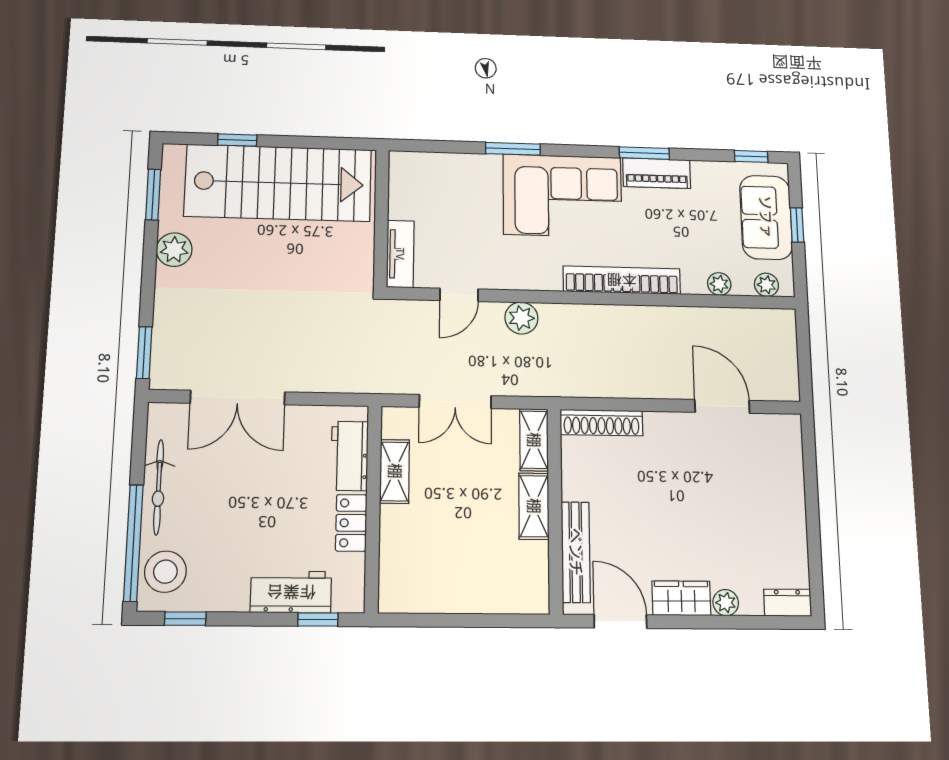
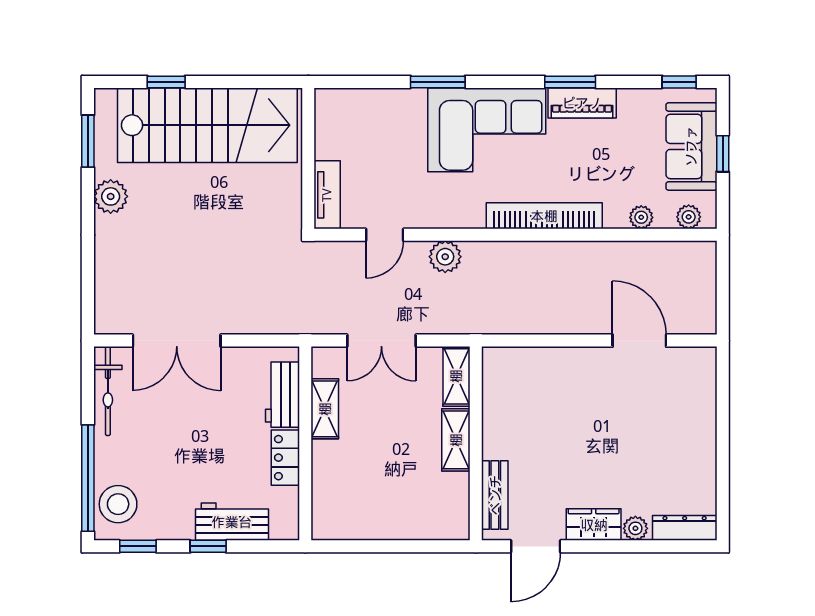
window: (144, 353) -> (88, 299), removed
shoe rack: (601, 423) -> (521, 359), removed
bicycle: (159, 487) -> (108, 391), moved
bench: (576, 552) -> (495, 495), width x0.73
dresser: (787, 603) -> (685, 528), width x1.44
window: (318, 620) -> (208, 546), moved
door: (620, 621) -> (536, 546), swing flipped

